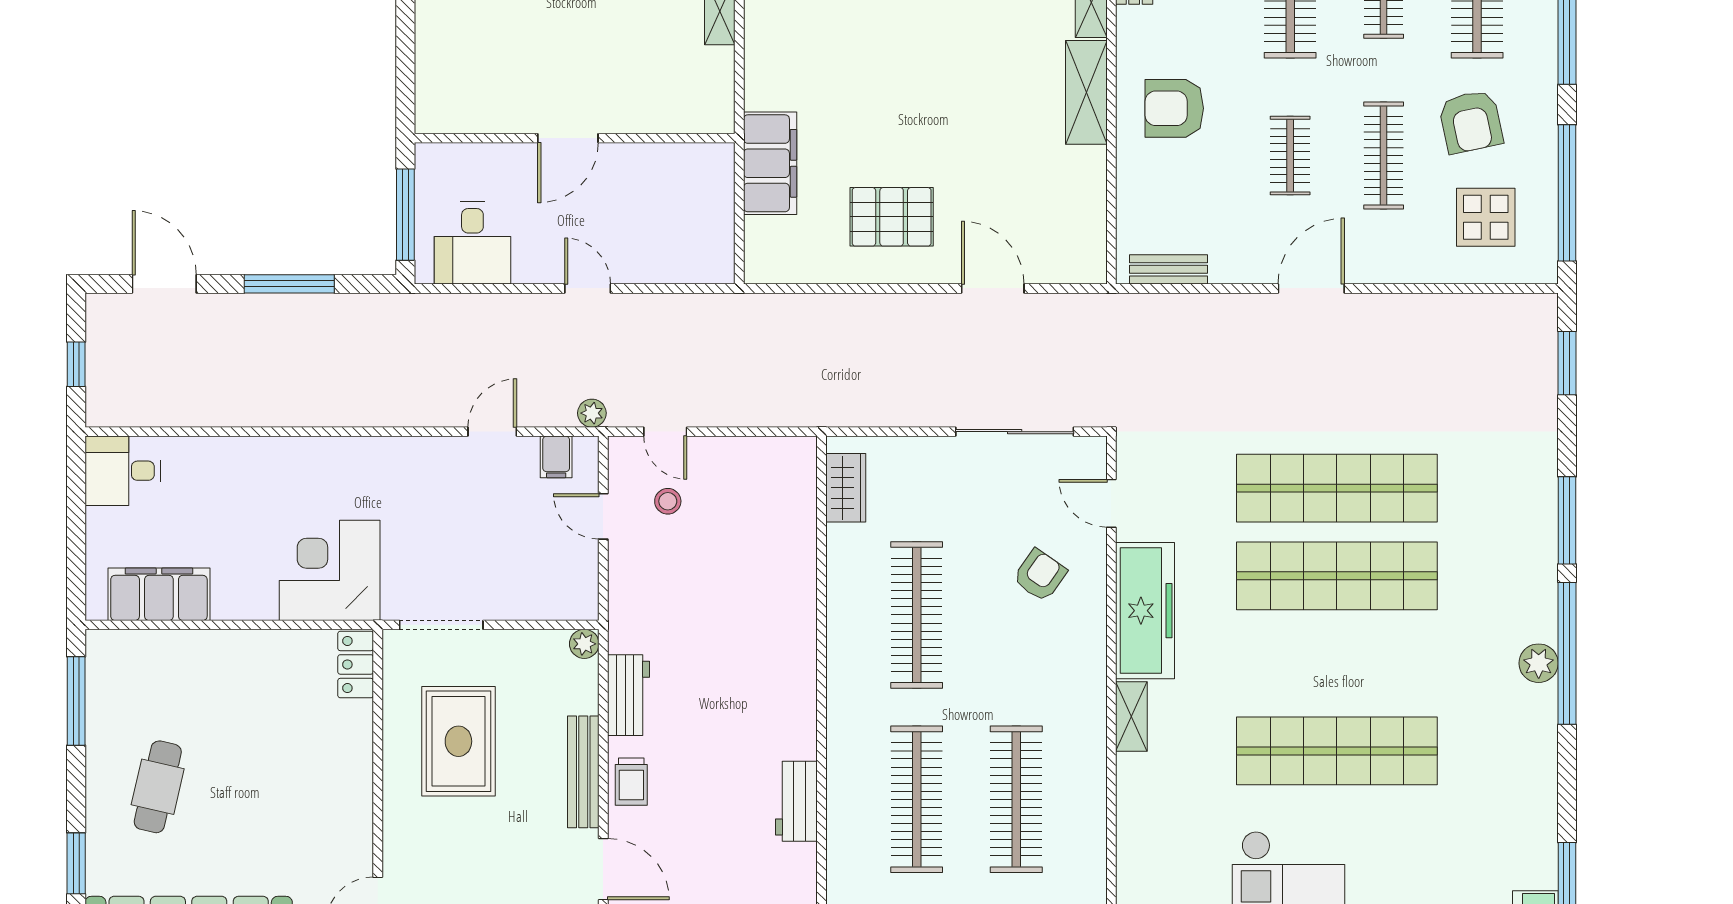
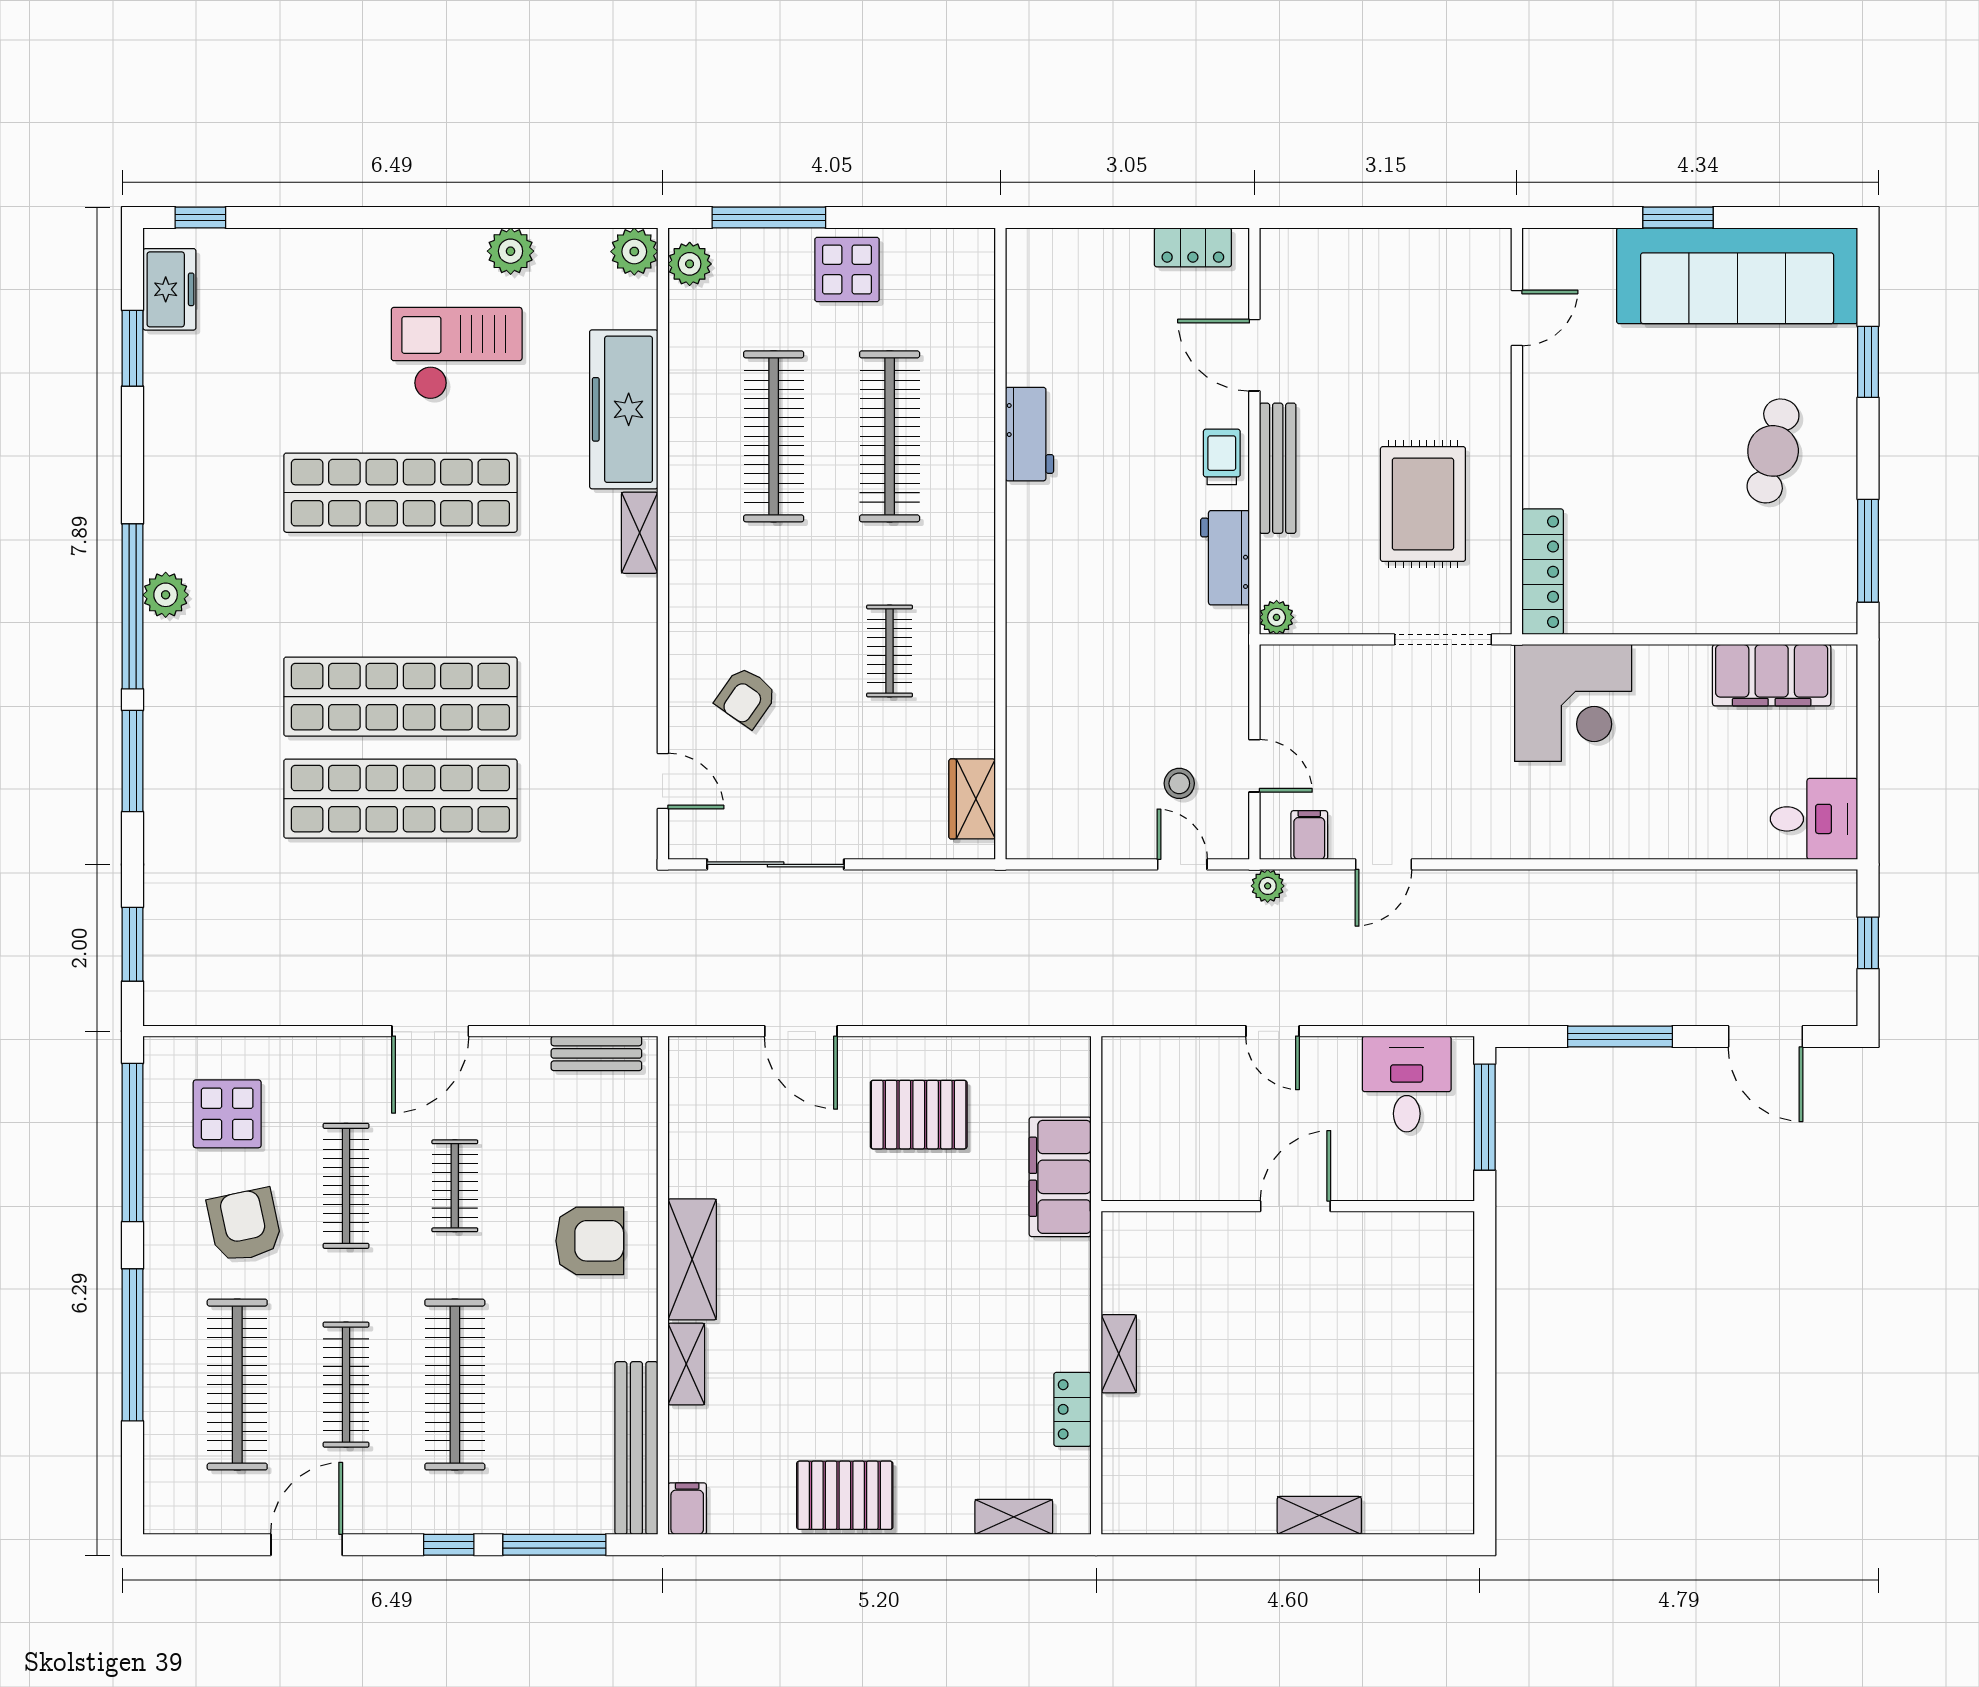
freezer: (1145, 611) -> (624, 409), moved
clothes rail: (917, 615) -> (890, 651), width x0.54, depth x0.76
locker: (356, 664) -> (1543, 572), width x1.53

